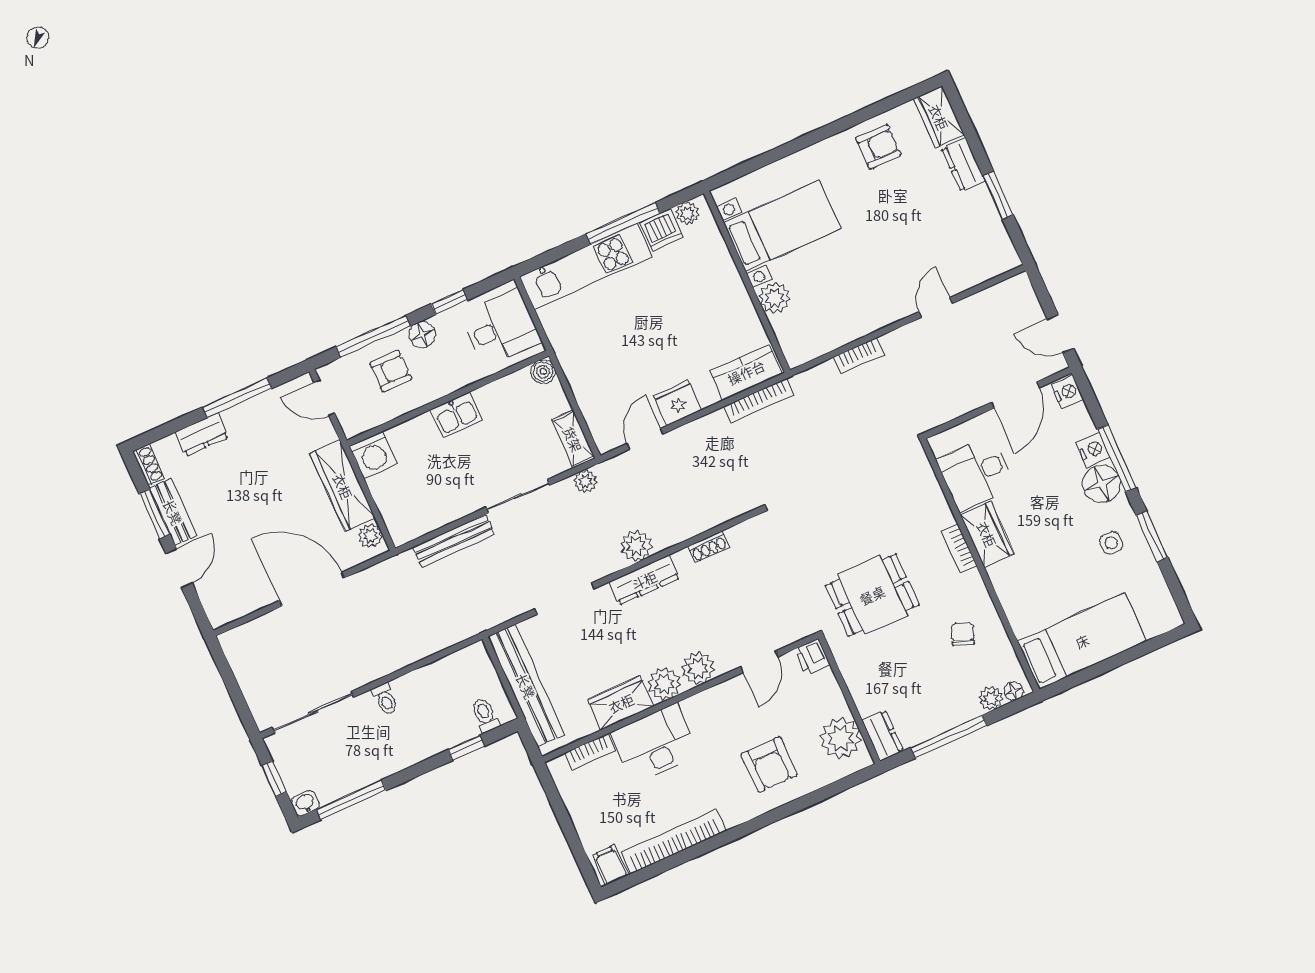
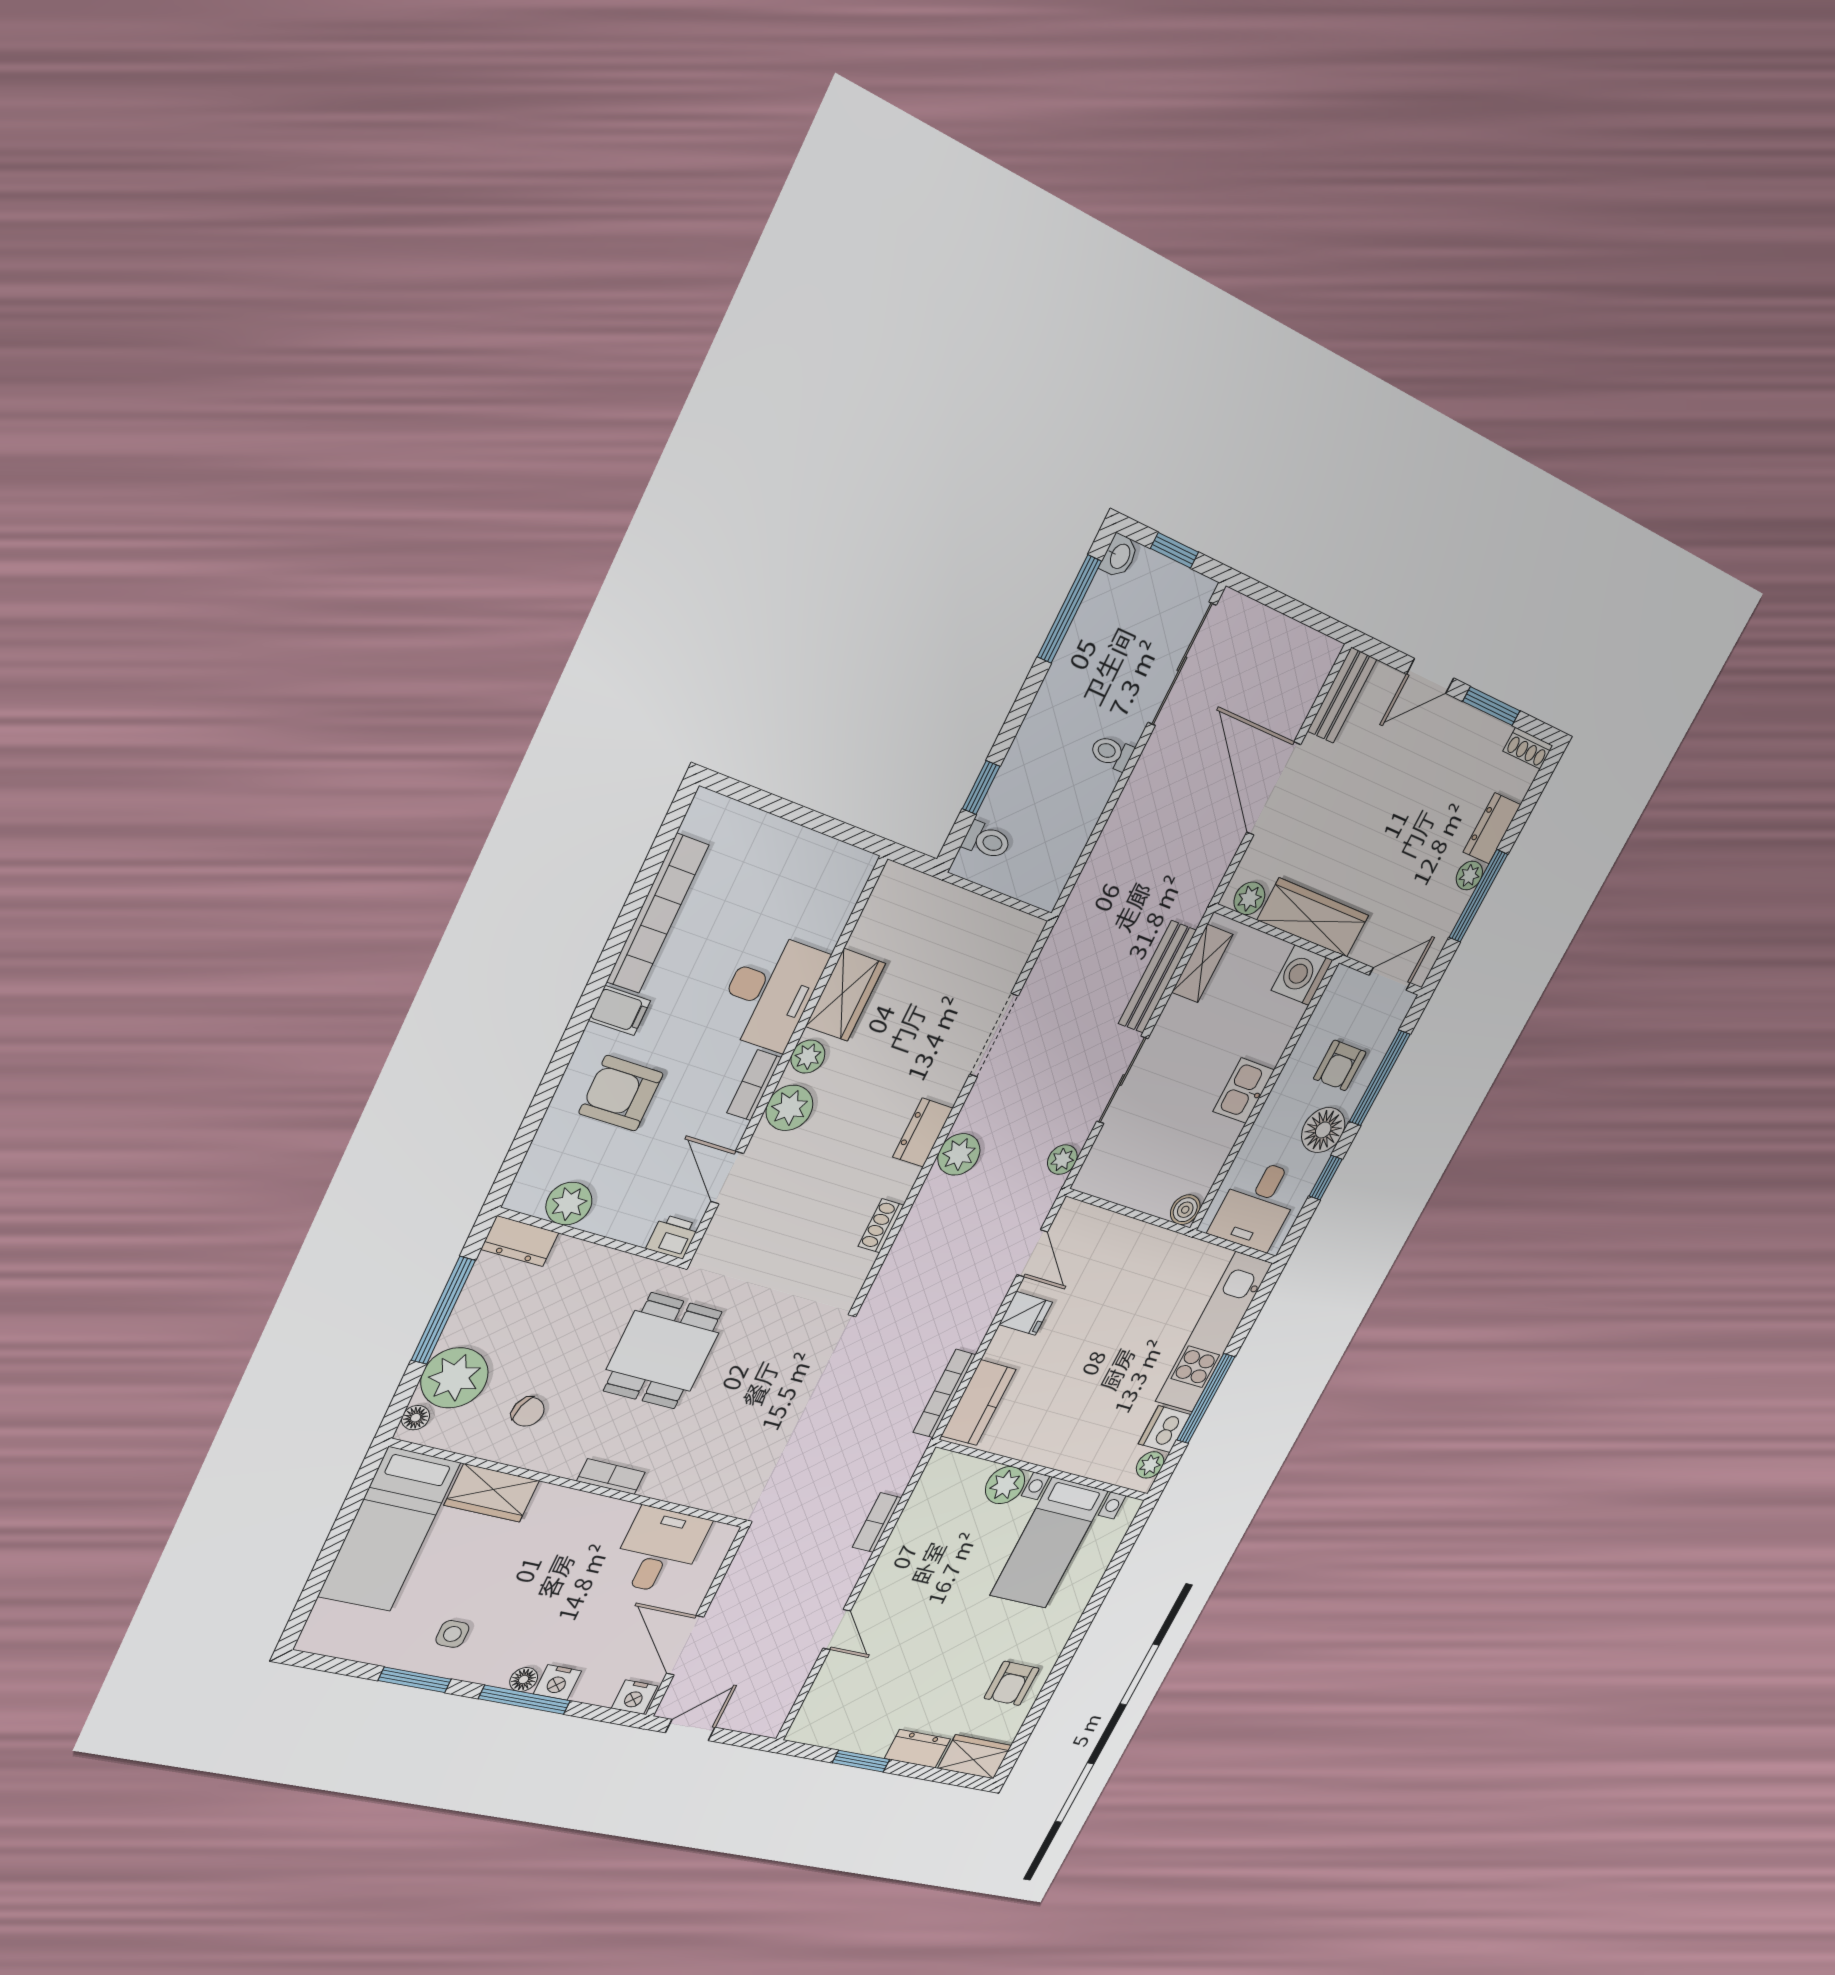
floor lamp: (422, 335) -> (1323, 1130), width x1.38, depth x1.38
fridge: (677, 403) -> (1026, 1313), width x0.72
plant: (234, 417) -> (1469, 875), added
shelving: (573, 439) -> (1202, 963), moved, turned 90
floor lamp: (1101, 484) -> (524, 1679), width x0.53, depth x0.53
bench: (173, 512) -> (1342, 695), moved, turned 90
wardrobe: (987, 534) -> (492, 1493), moved
door: (179, 568) -> (1430, 676), hinge flipped
dresser: (644, 580) -> (923, 1133), width x0.70
door: (312, 589) -> (1274, 788), swing flipped
plant: (664, 684) -> (808, 1057), width x0.73, depth x0.73
bench: (526, 686) -> (966, 913), removed
plant: (991, 698) -> (455, 1378), width x1.88, depth x1.88
plant: (841, 738) -> (569, 1204), width x0.73, depth x0.73
bookcase: (590, 752) -> (754, 1085), moved
filing cabinet: (610, 865) -> (620, 1011), moved

